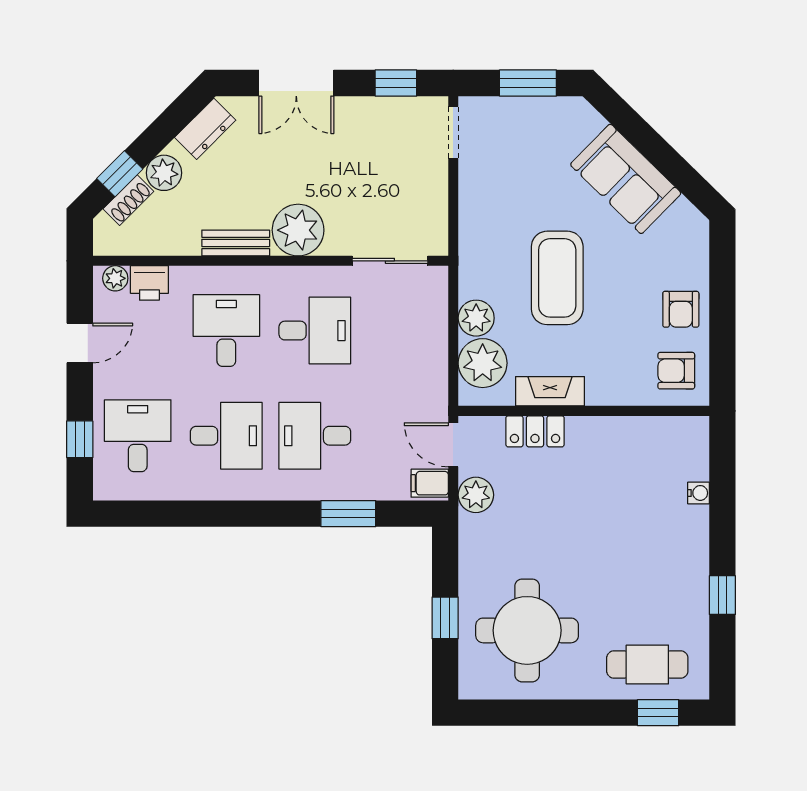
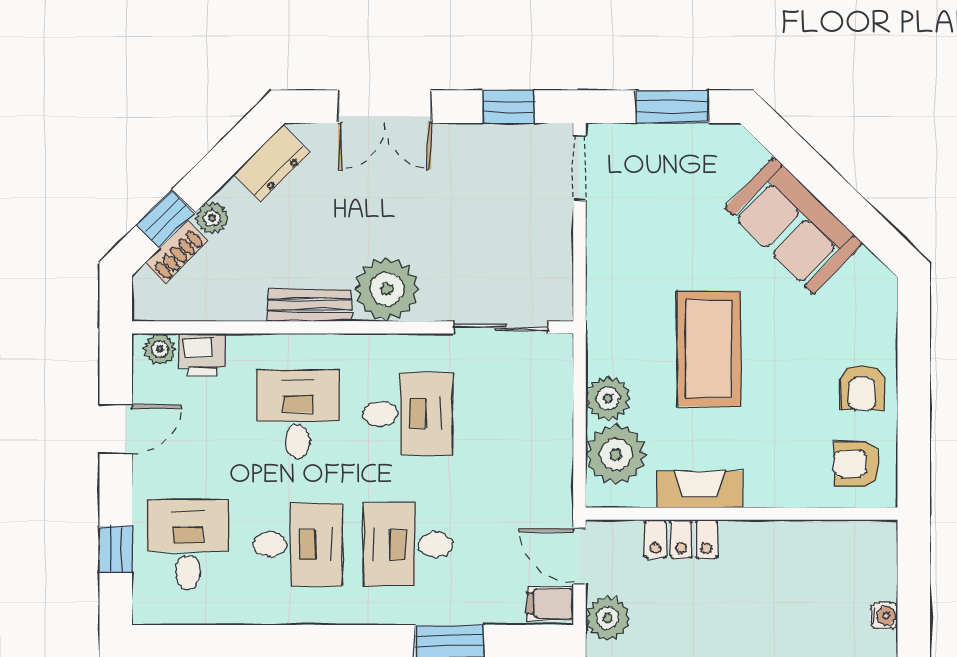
plant: (164, 173) -> (212, 218), width x0.73, depth x0.73

